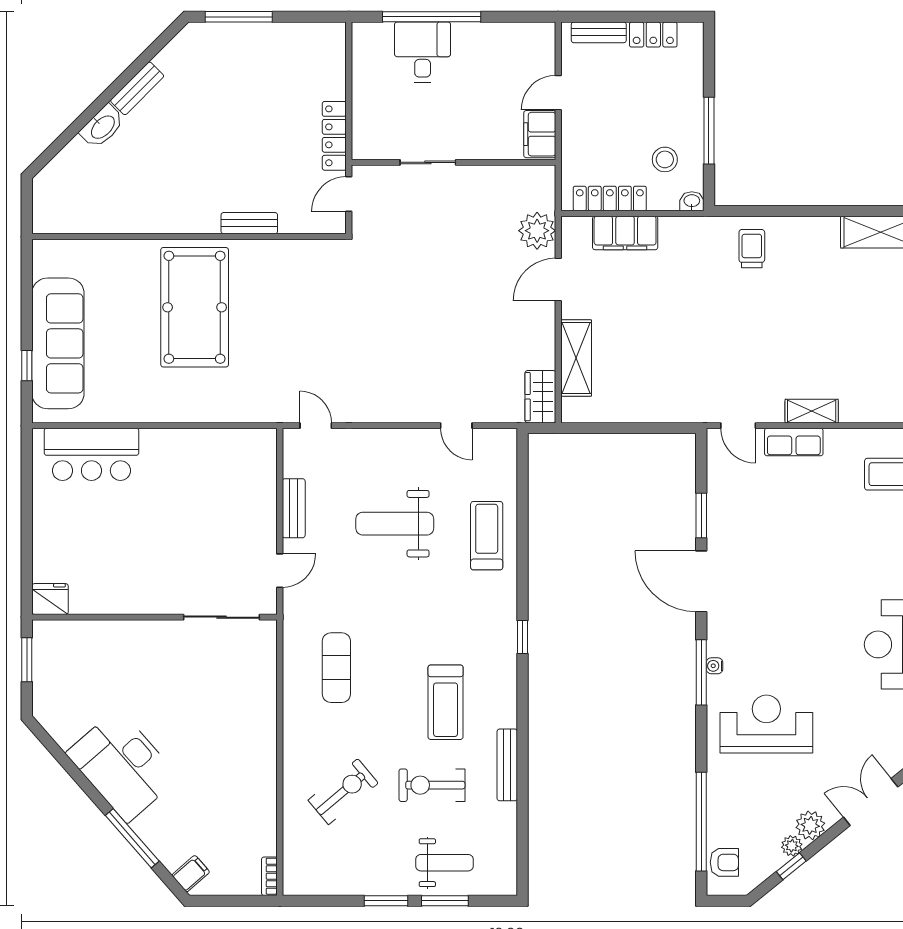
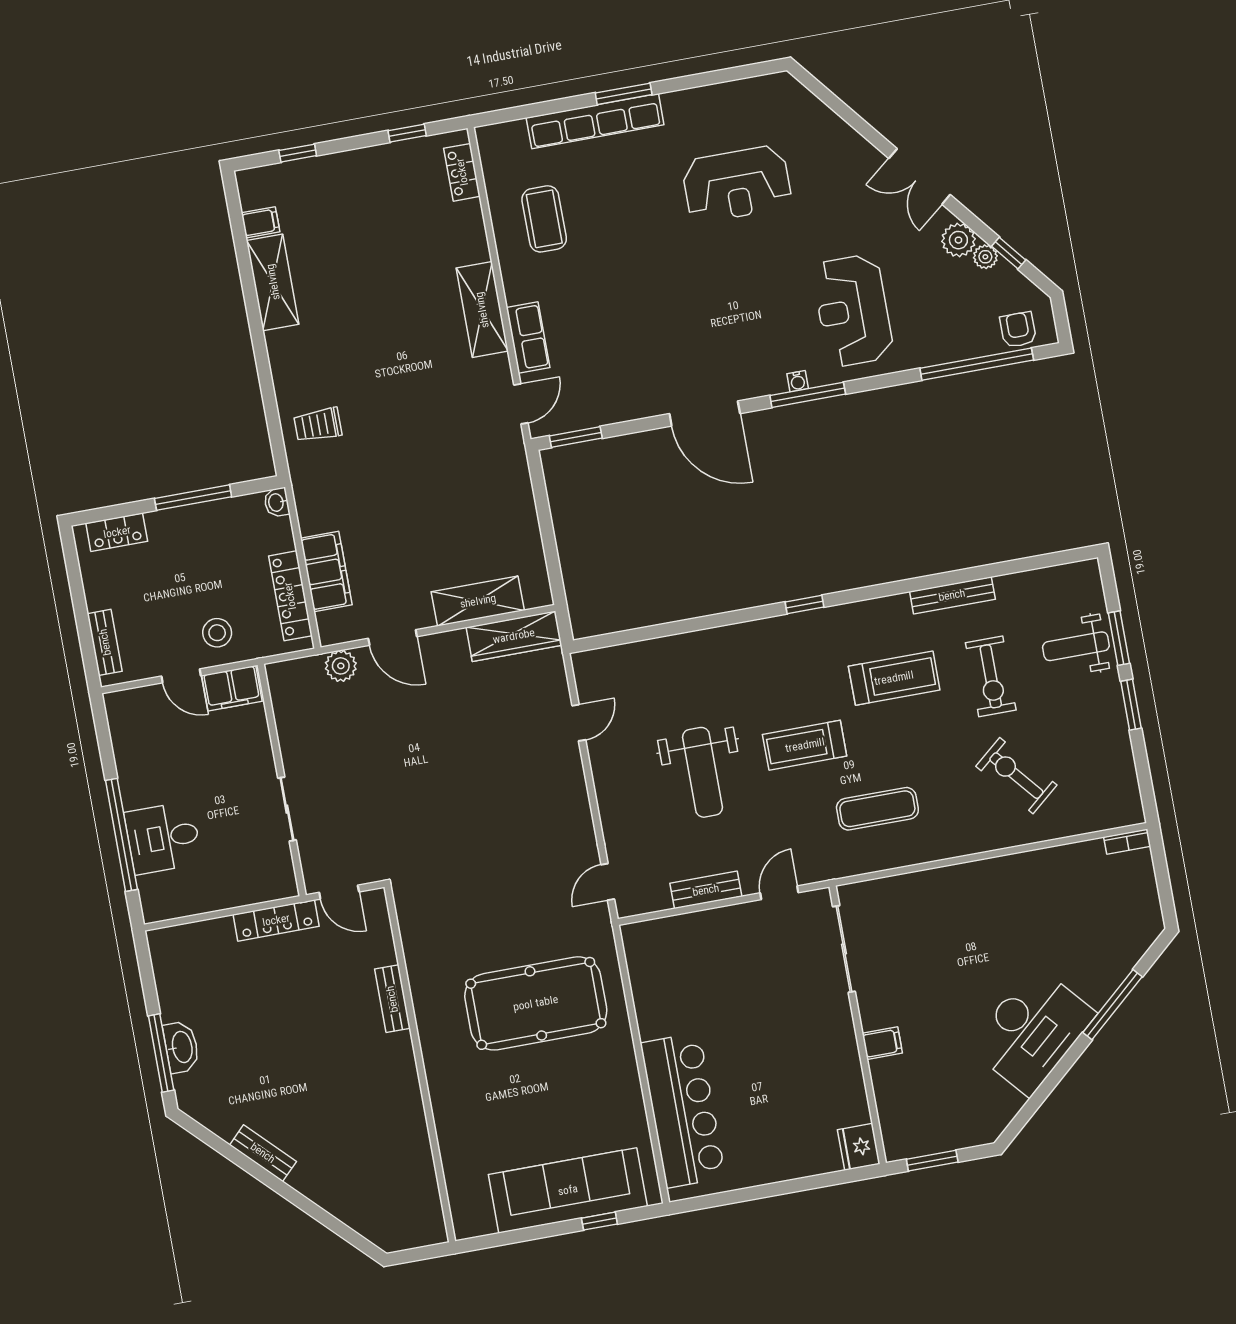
locker: (653, 35) -> (117, 532), moved, turned 90
washbasin: (102, 127) -> (181, 1047), moved, turned 45
stool: (665, 159) -> (217, 633), moved
plant: (537, 231) -> (341, 666), width x0.73, depth x0.73
pool table: (195, 307) -> (536, 1003), moved
wardrobe: (540, 397) -> (514, 636), width x1.50
shelving: (812, 411) -> (482, 310), width x1.50, depth x1.33
bar counter: (91, 454) -> (683, 1110), width x1.36
window: (701, 516) -> (576, 437), moved
treadmill: (487, 536) -> (805, 745), moved
door: (280, 571) -> (779, 893), hinge flipped
door: (701, 581) -> (705, 414), hinge flipped
weight bench: (444, 863) -> (1076, 646), turned -90
filing cabinet: (191, 874) -> (882, 1043), moved, turned 131

